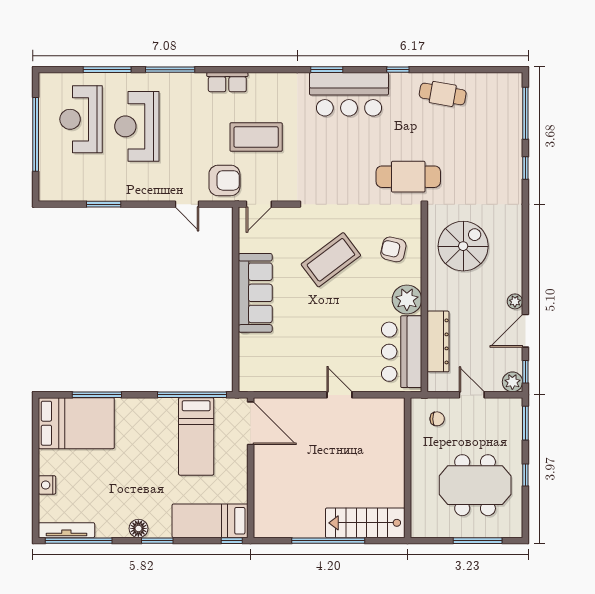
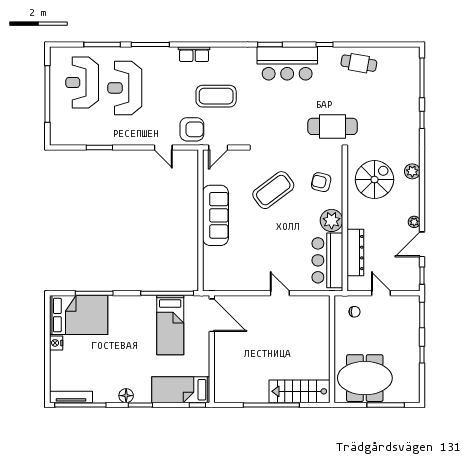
plant: (512, 382) -> (412, 171), moved
nightstand: (47, 485) -> (56, 343), moved
meeting table: (475, 485) -> (365, 378), moved

